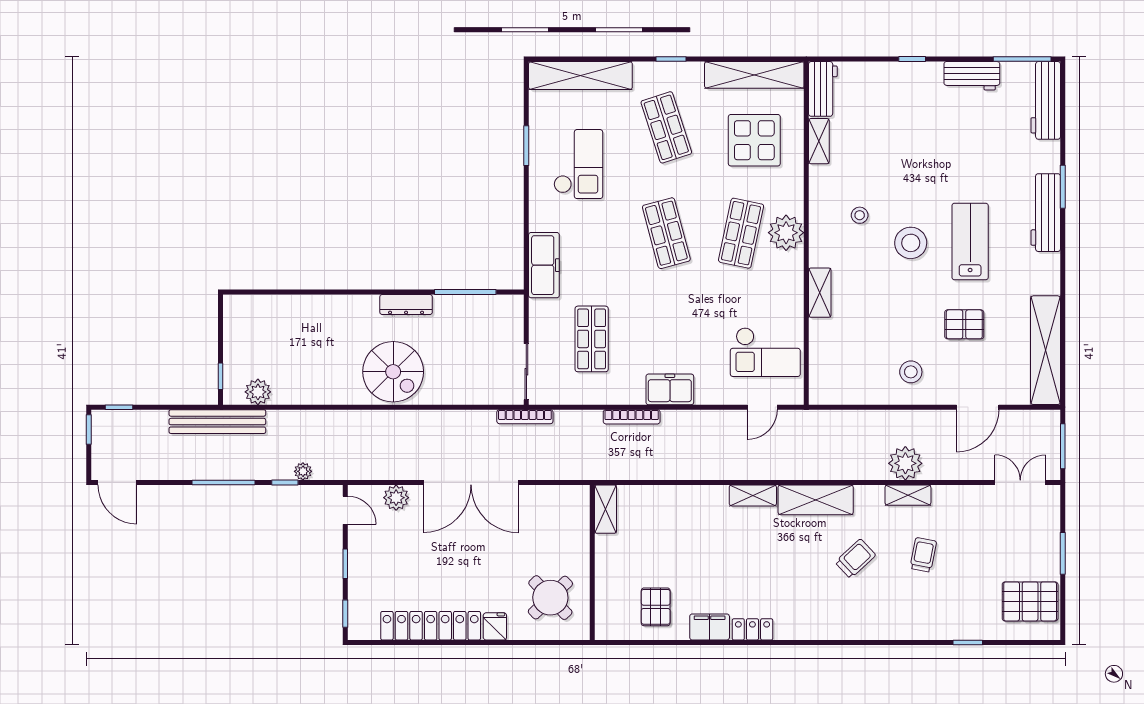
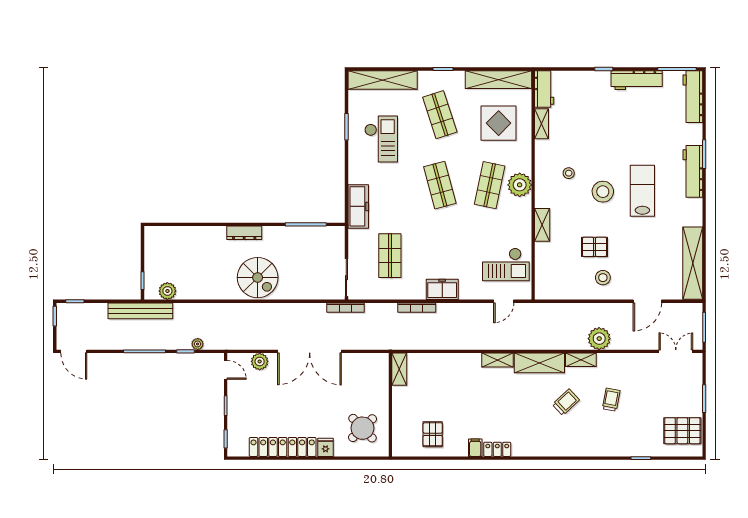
workbench: (972, 76) -> (637, 80), width x1.38
dresser: (406, 305) -> (244, 233), moved
pallet: (964, 324) -> (594, 247), moved
shelving: (908, 495) -> (581, 360), moved
filing cabinet: (710, 627) -> (475, 448), width x0.50

